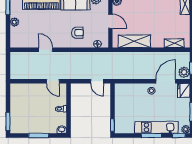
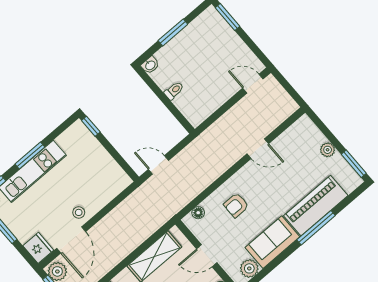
door: (53, 81) -> (253, 84), moved

